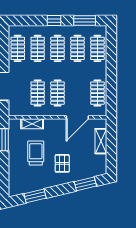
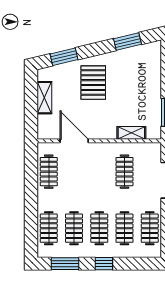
clothes rail: (58, 93) -> (99, 172), removed
door: (77, 117) -> (74, 141), hinge flipped
shelving: (101, 141) -> (44, 98), moved
trolley: (36, 153) -> (127, 96), removed
pallet: (62, 163) -> (93, 83), width x1.50, depth x1.42

